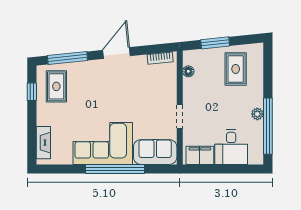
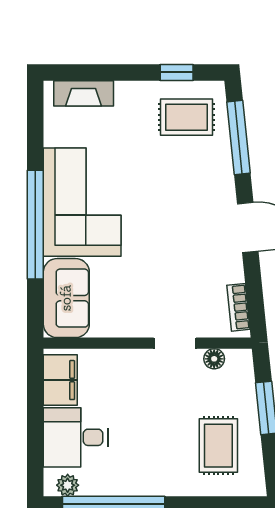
rug: (236, 69) -> (218, 446), turned 90
plant: (257, 114) -> (68, 485), moved
doorway: (180, 117) -> (175, 343), moved

